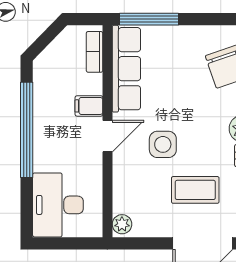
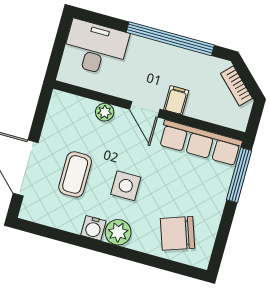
bookcase: (94, 52) -> (236, 86), moved, turned -136
side table: (163, 144) -> (126, 186), moved
plant: (122, 224) -> (105, 112), moved

